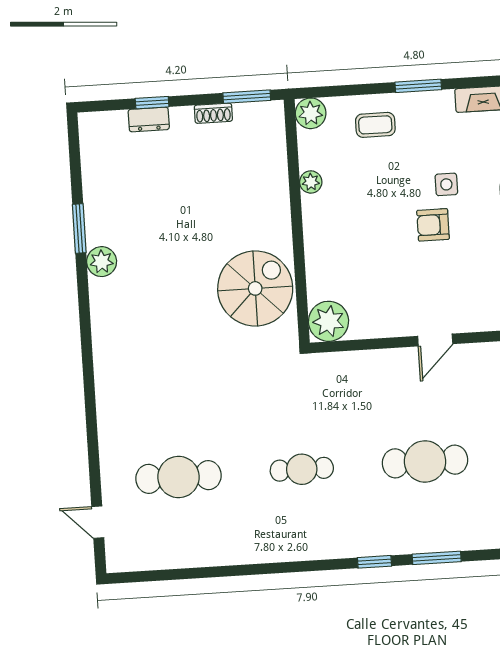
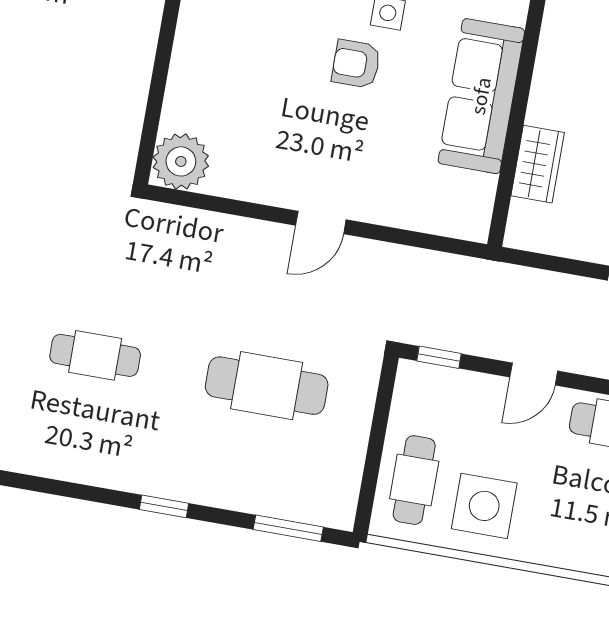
spiral stairs: (255, 288) -> (91, 92), removed
window: (437, 558) -> (288, 528), moved

